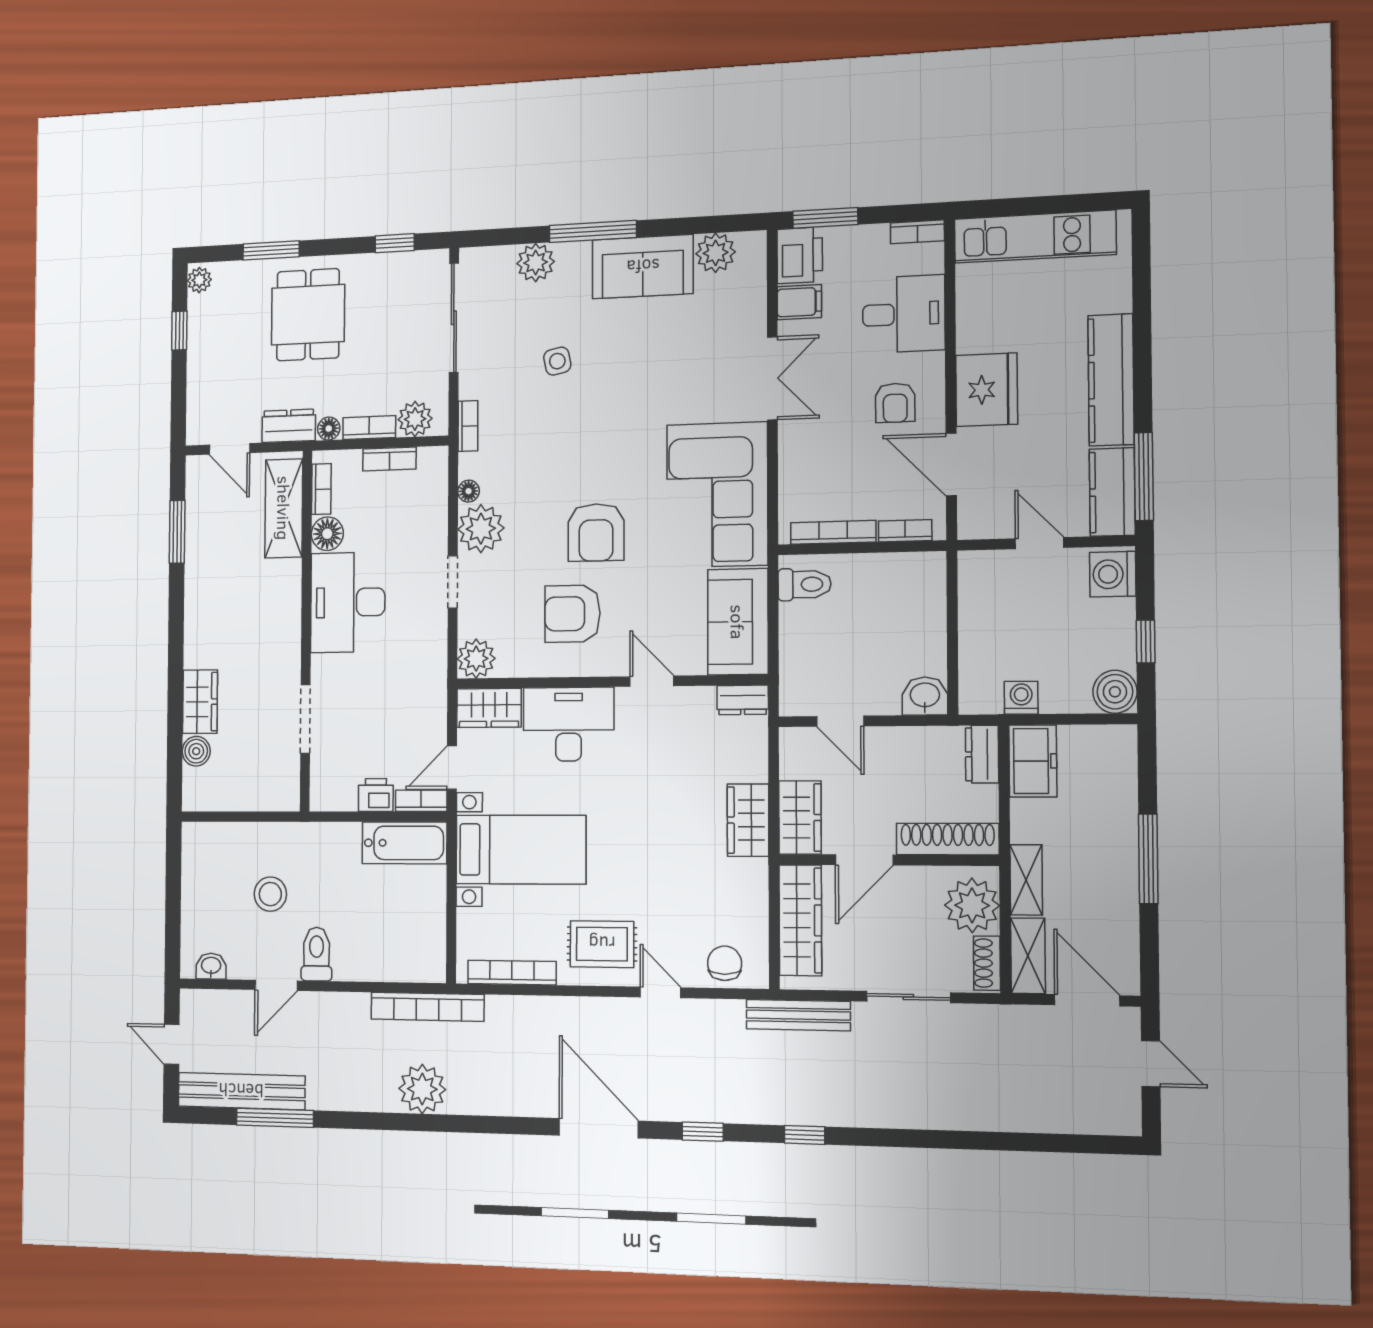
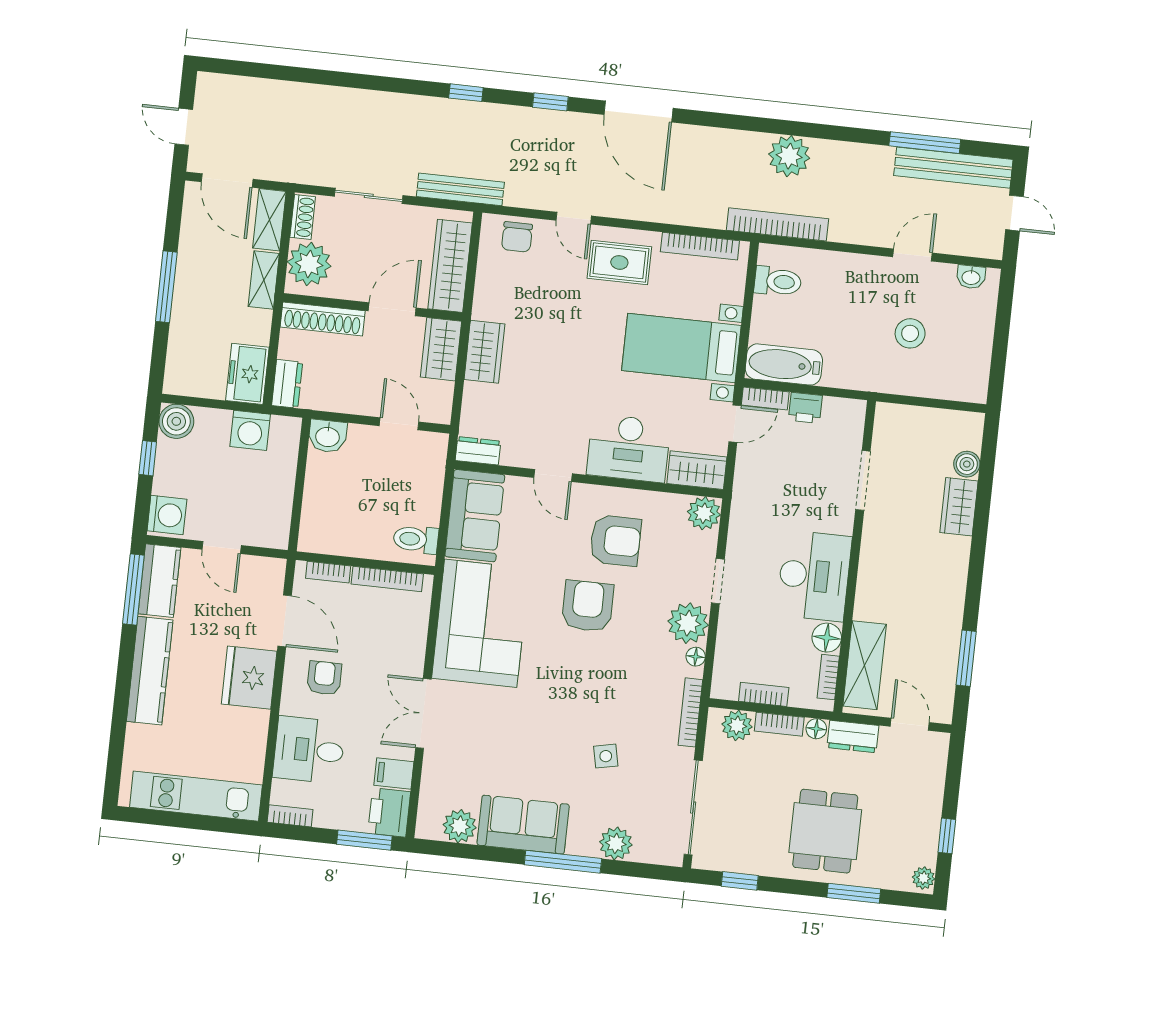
bookcase: (468, 426) -> (690, 712), width x1.56
washing machine: (1021, 698) -> (250, 430), width x1.38, depth x1.38
toilet: (316, 954) -> (778, 281), moved, turned -90

